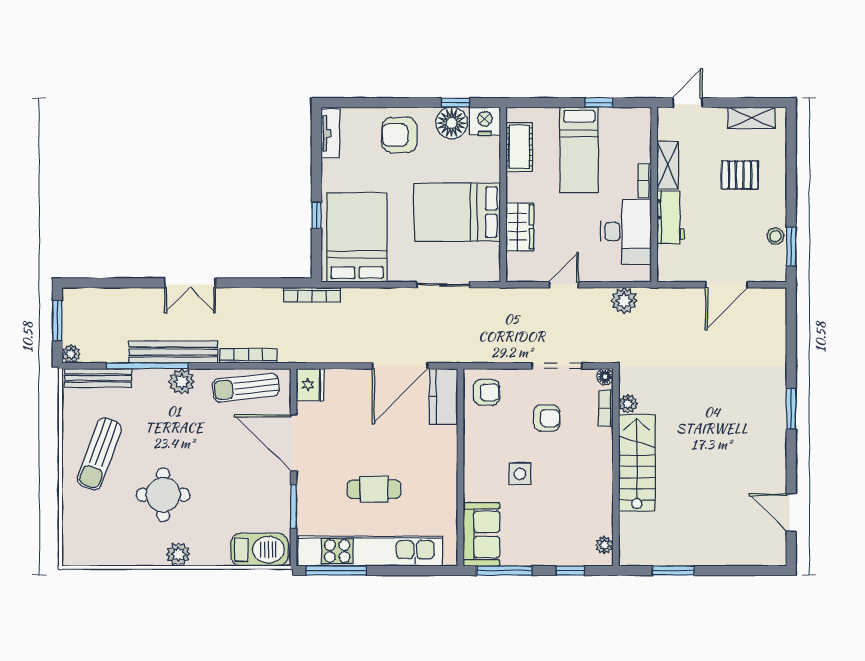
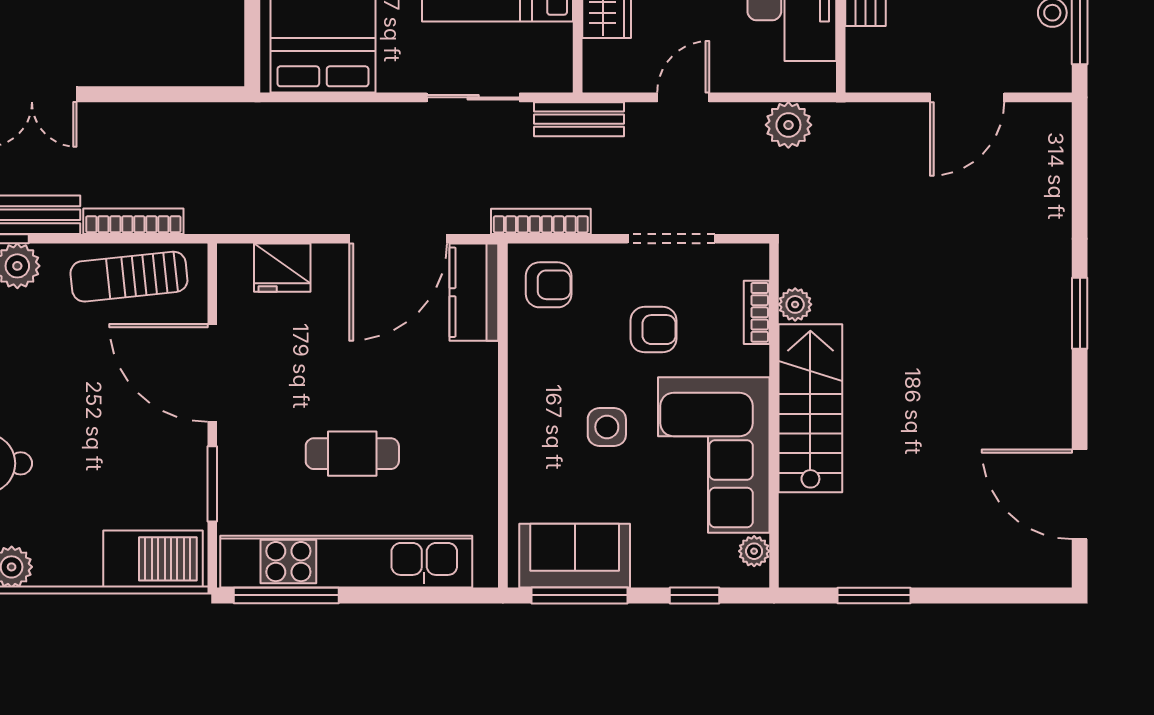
bookcase: (312, 295) -> (541, 221), moved, turned 180
bench: (504, 297) -> (579, 119), added
floor lamp: (605, 377) -> (755, 258), removed
fridge: (310, 385) -> (282, 268), moved, turned 90
corner sofa: (581, 490) -> (714, 455), added
door: (791, 513) -> (1080, 494), width x1.36
sofa: (481, 534) -> (575, 556), moved, turned -90

